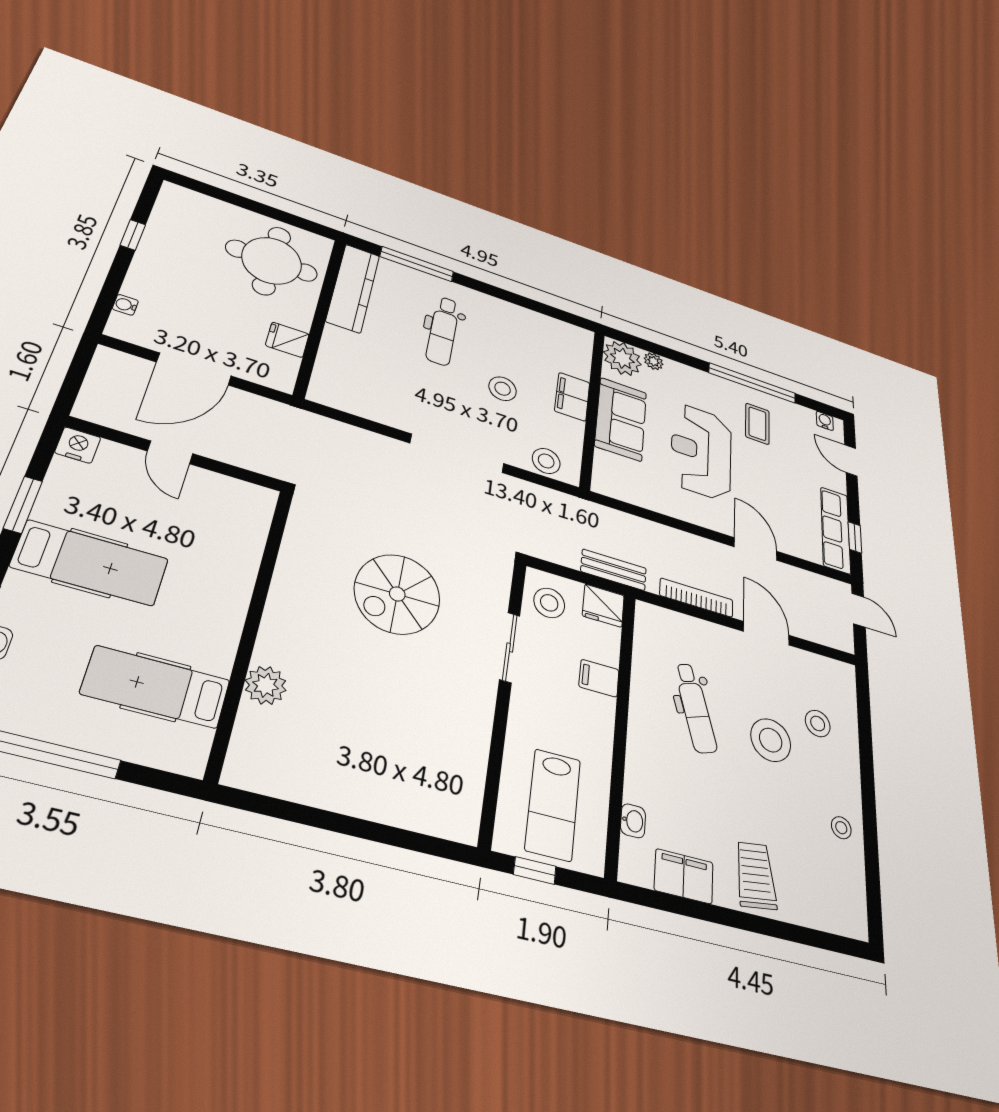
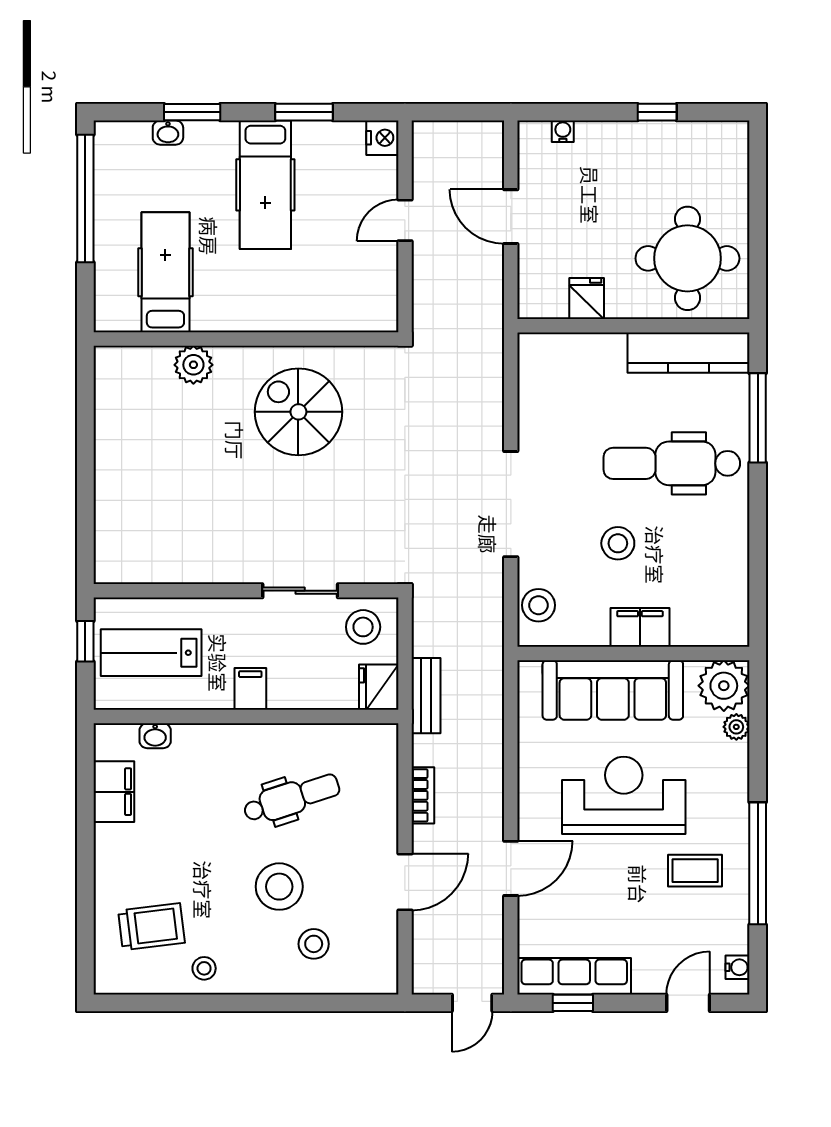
dental chair: (443, 331) -> (672, 463), width x1.36, depth x1.38
door: (194, 369) -> (511, 217), width x0.73
sofa: (621, 419) -> (613, 690), width x1.36
spiral stairs: (397, 594) -> (298, 412), moved
bookcase: (696, 598) -> (423, 795), width x0.64
filing cabinet: (599, 678) -> (250, 689), moved
dental chair: (695, 708) -> (292, 798), turned 180
trolley: (756, 876) -> (151, 927), moved

